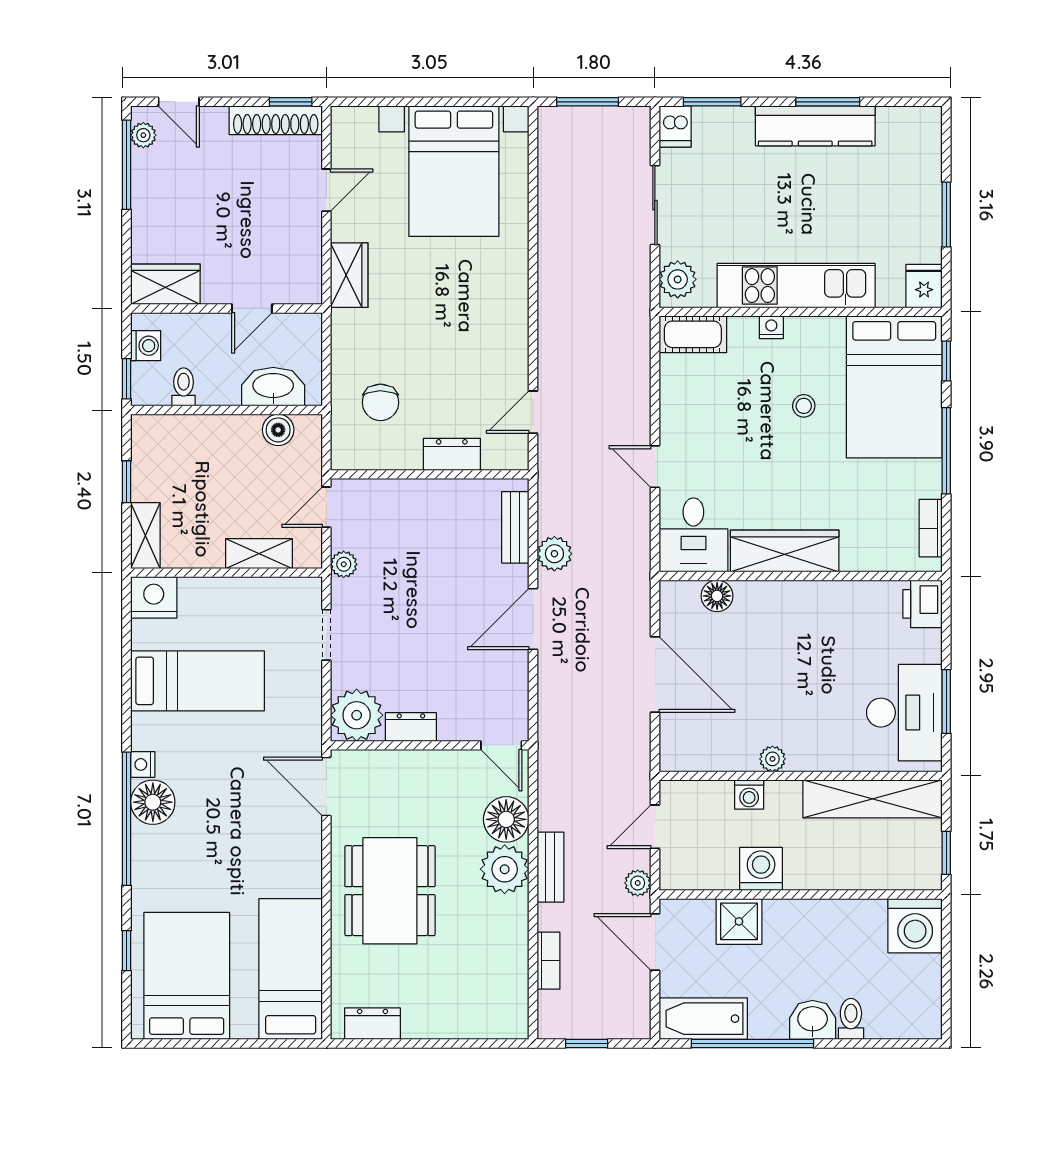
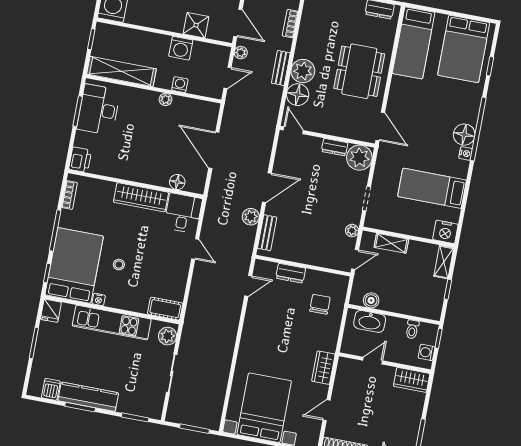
dishwasher: (675, 127) -> (51, 389), moved
nightstand: (771, 327) -> (99, 299), moved

